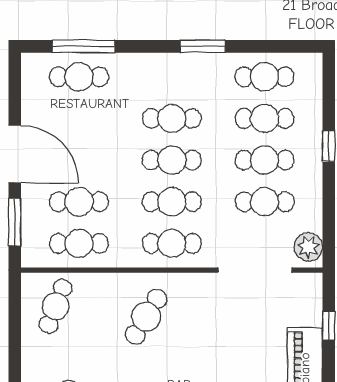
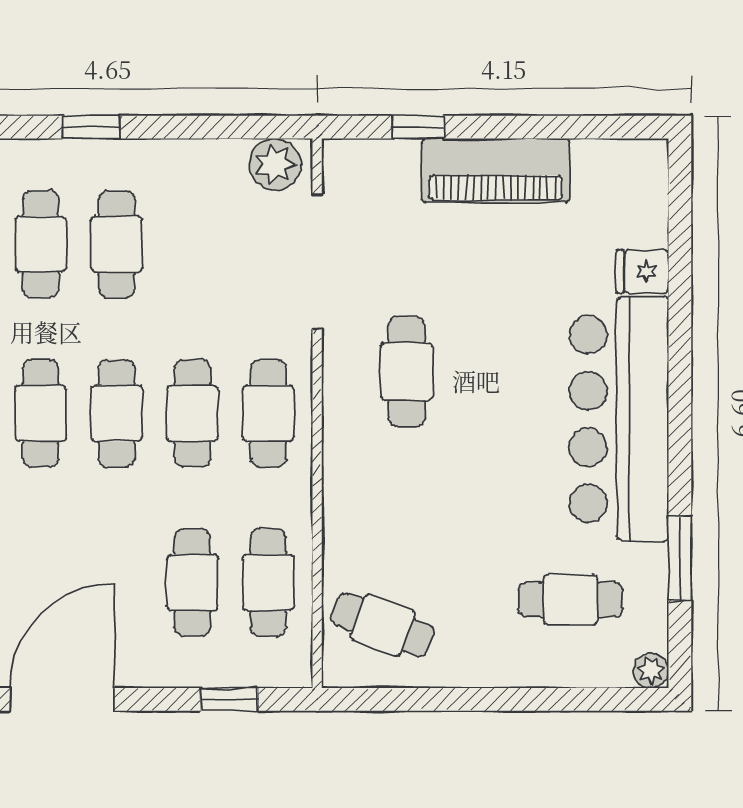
door: (15, 154) -> (62, 699), moved
cafe table: (265, 202) -> (192, 244), removed
window: (15, 222) -> (229, 699), width x0.67
cafe table: (146, 317) -> (407, 371), moved, turned 59

